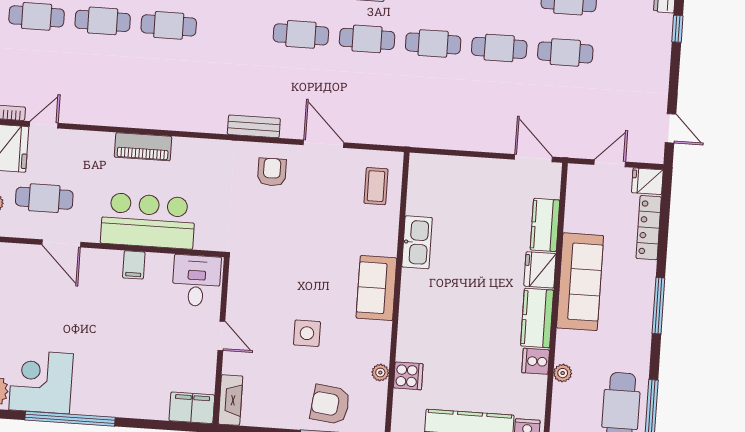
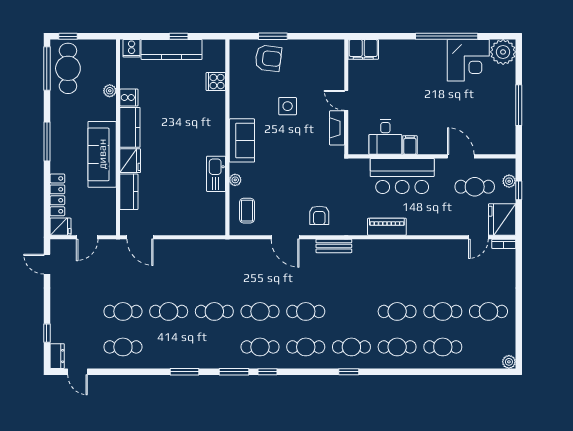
piano: (143, 147) -> (387, 227), moved
desk: (196, 281) -> (385, 137), moved
plant: (380, 373) -> (235, 180), moved
fireplace: (230, 400) -> (337, 128), moved

